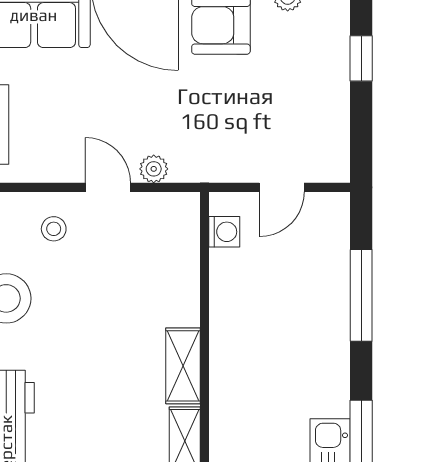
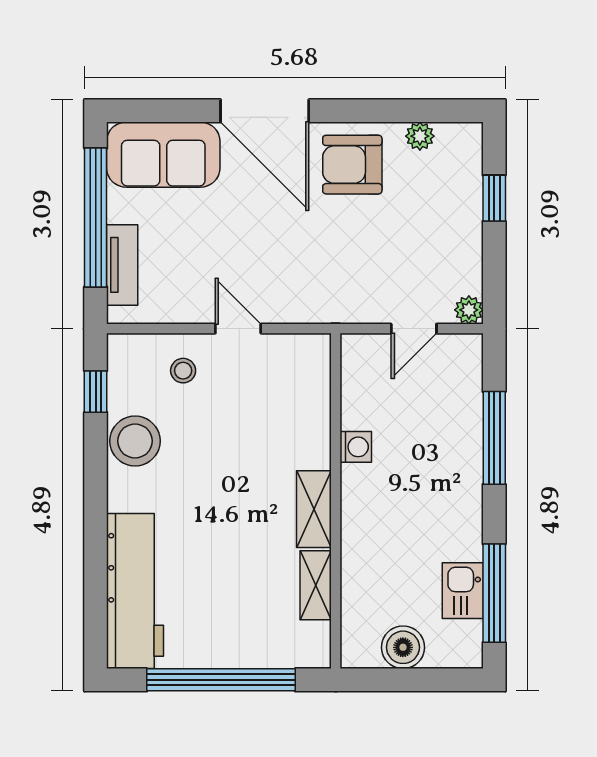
plant: (154, 169) -> (469, 310), moved
washing machine: (224, 232) -> (356, 447), moved

